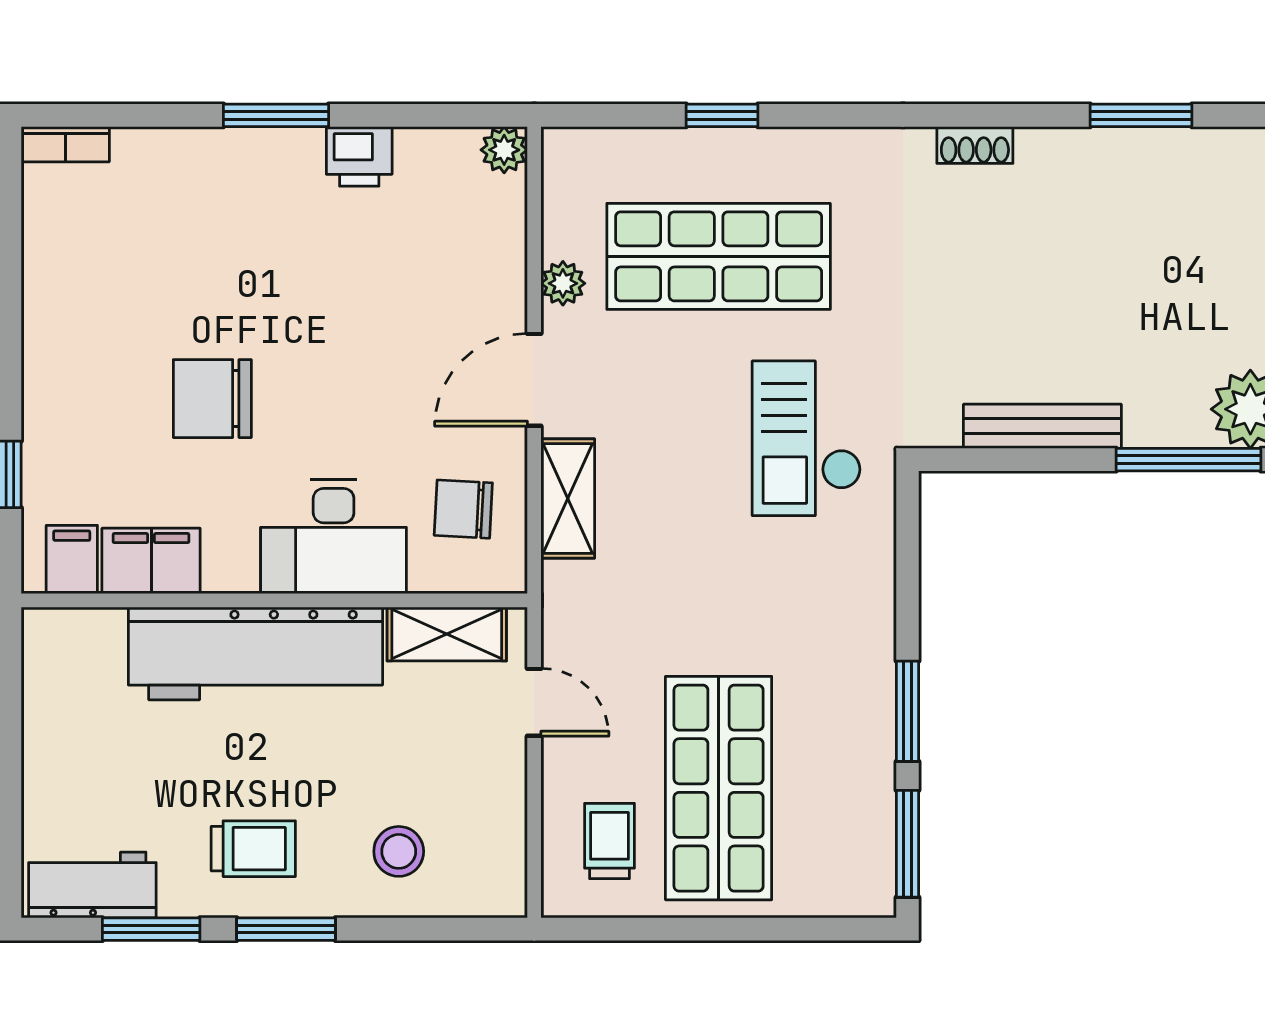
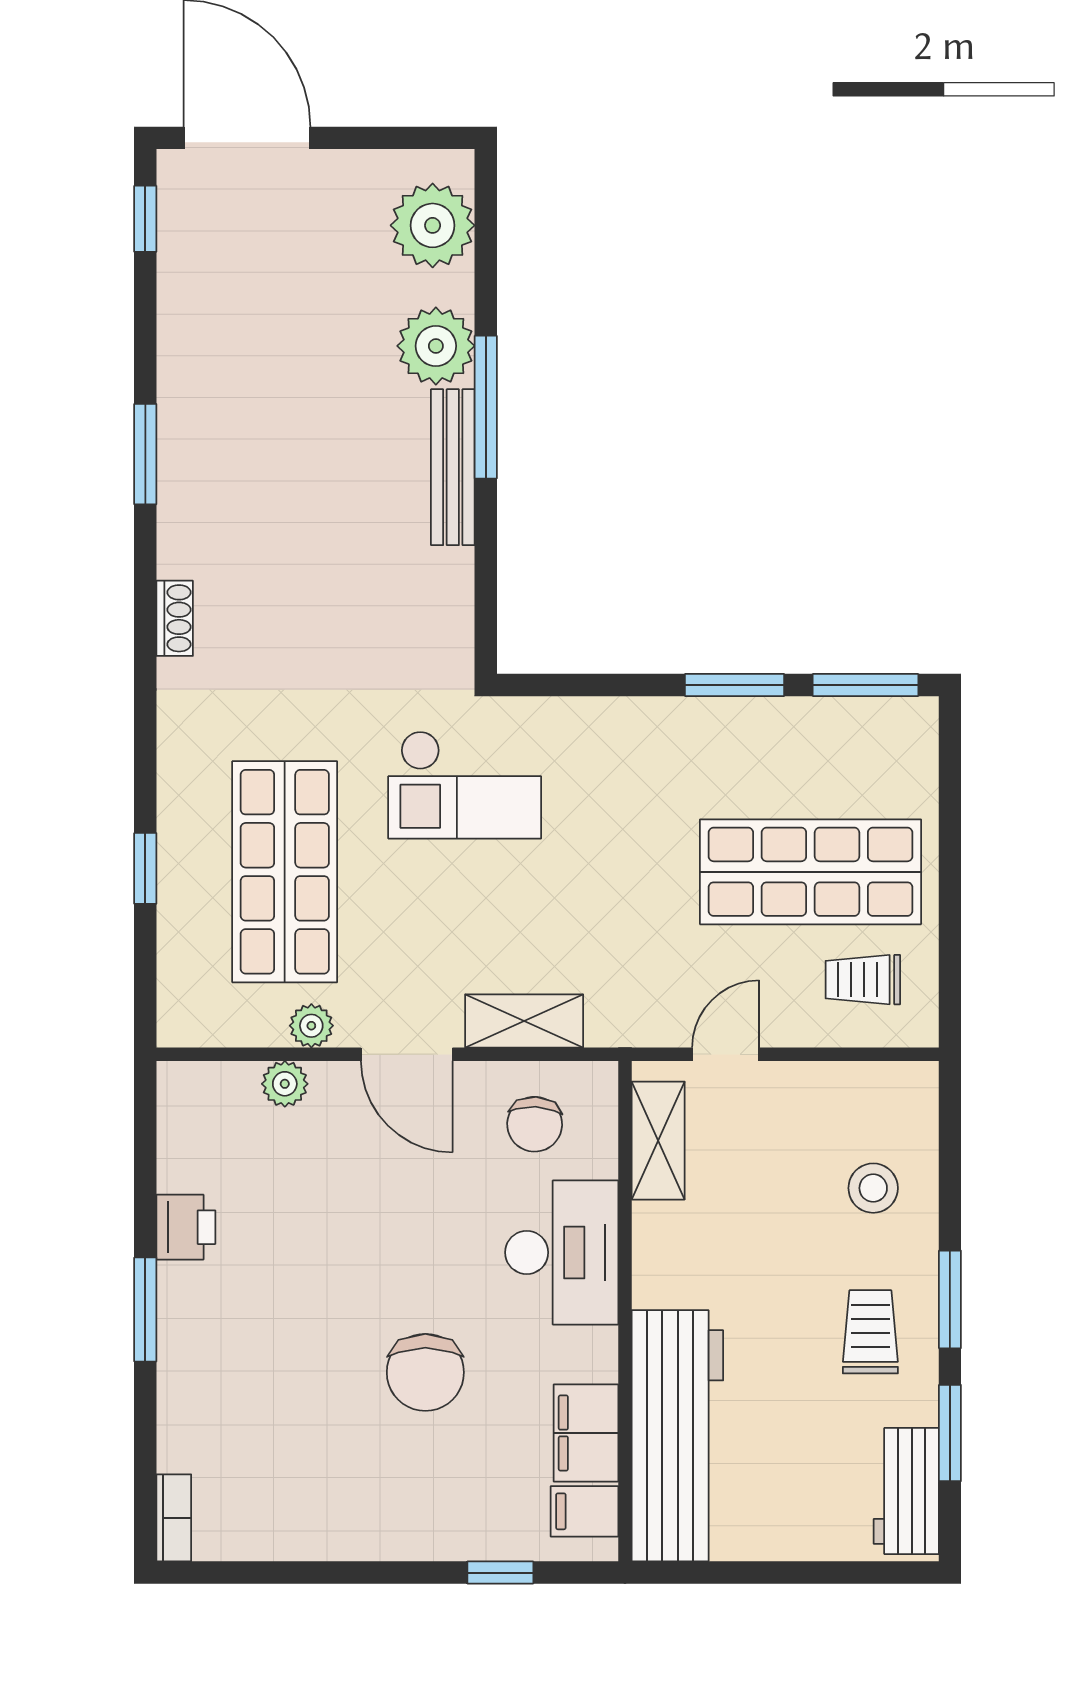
plant: (504, 150) -> (285, 1084), moved
bench: (1042, 426) -> (453, 467), moved
workbench: (255, 653) -> (677, 1436), moved

